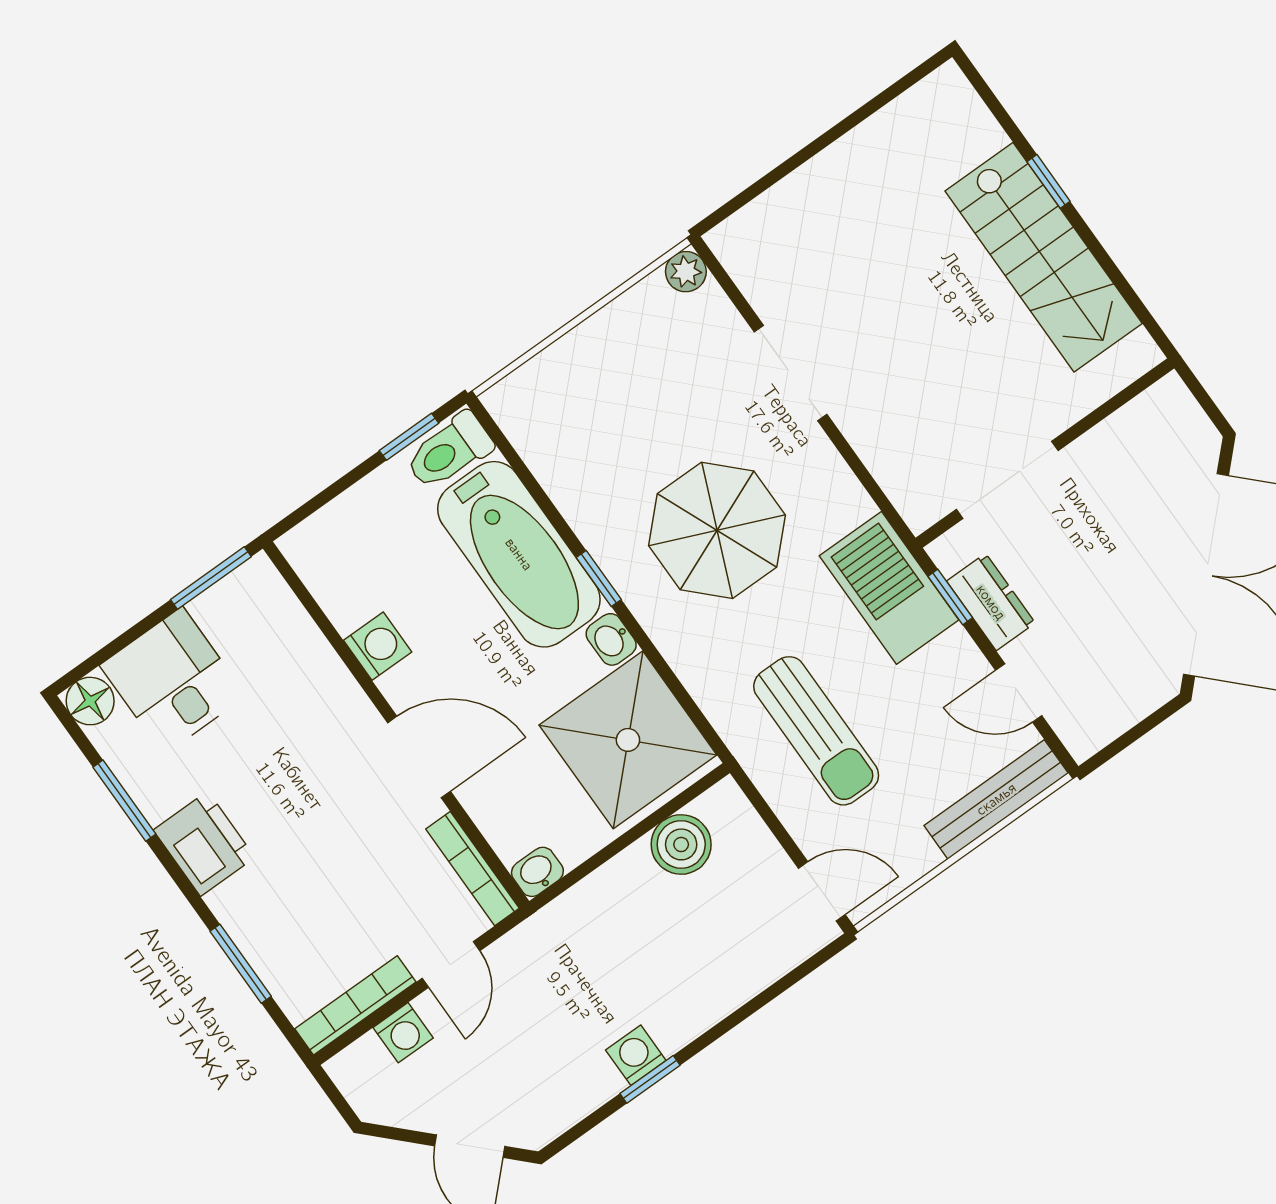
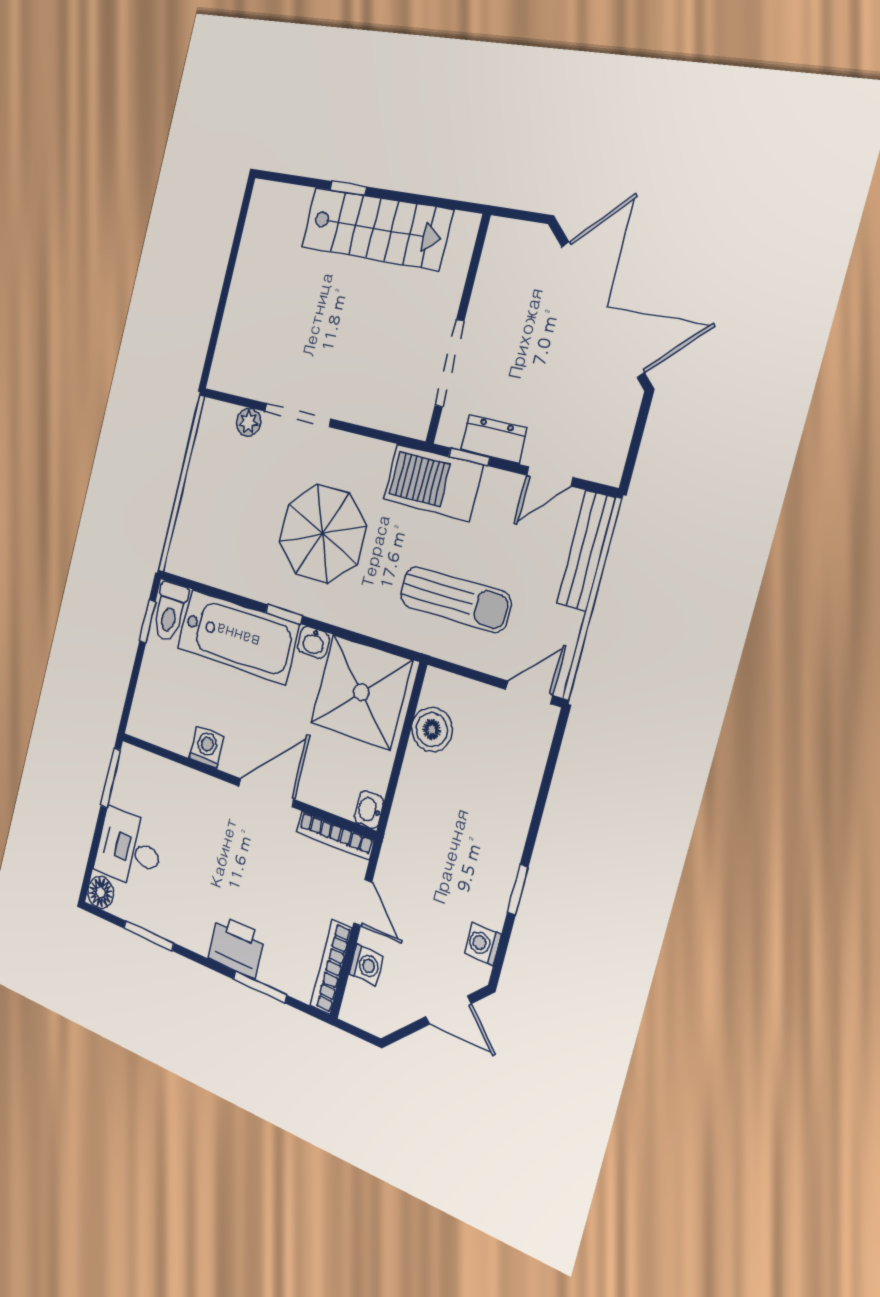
plant: (686, 272) -> (249, 422), moved
printer: (204, 844) -> (237, 947), moved
washing machine: (636, 1055) -> (482, 944), moved

